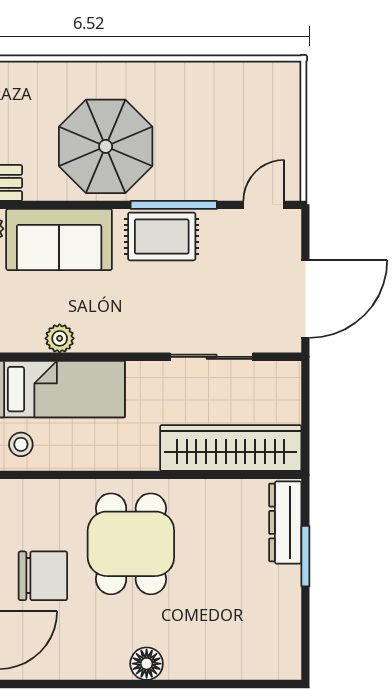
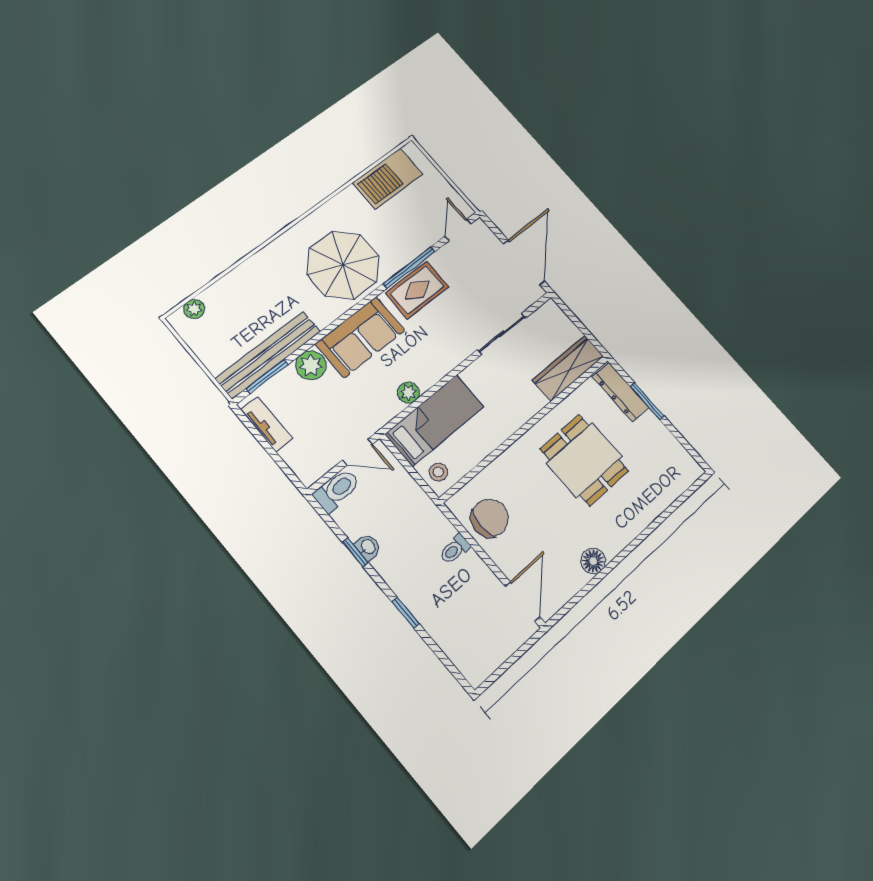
barbecue: (236, 86) -> (388, 179), added
wardrobe: (231, 448) -> (568, 368), width x0.71, depth x0.85
dining table: (131, 544) -> (584, 460), moved
chair: (43, 576) -> (490, 518), moved
floor lamp: (147, 664) -> (593, 561), moved

